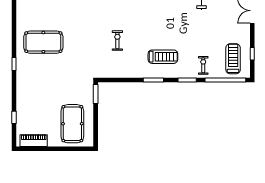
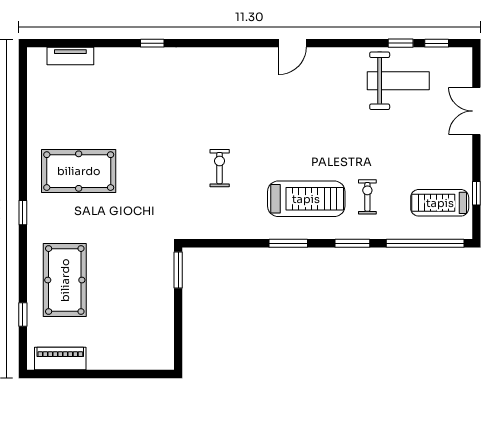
treadmill: (163, 57) -> (306, 199), width x1.37, depth x1.38
treadmill: (233, 59) -> (440, 203), turned -90
exercise bike: (203, 65) -> (367, 197), moved
pool table: (72, 124) -> (65, 280), moved

